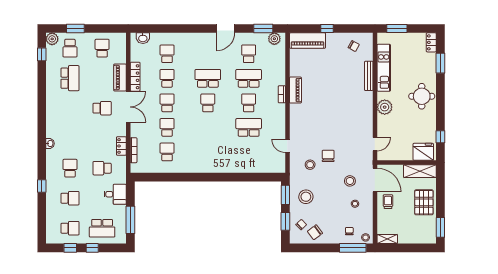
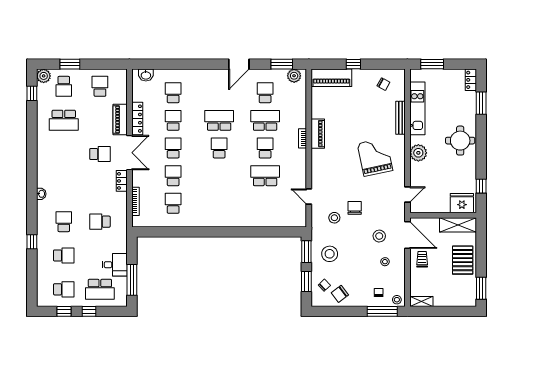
school desk: (70, 78) -> (64, 120), turned 90
grand piano: (346, 111) -> (375, 157), added
locker: (121, 146) -> (122, 181), moved
desk: (115, 194) -> (115, 265), moved

